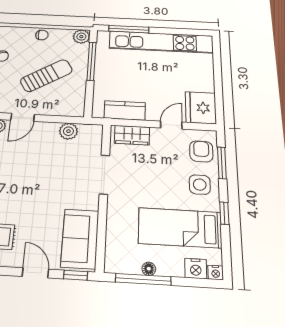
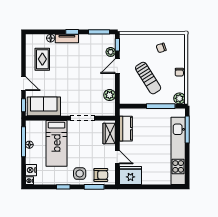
door: (23, 117) -> (117, 66), hinge flipped
bed: (180, 228) -> (57, 143), moved, turned 180
door: (35, 273) -> (24, 84), hinge flipped

